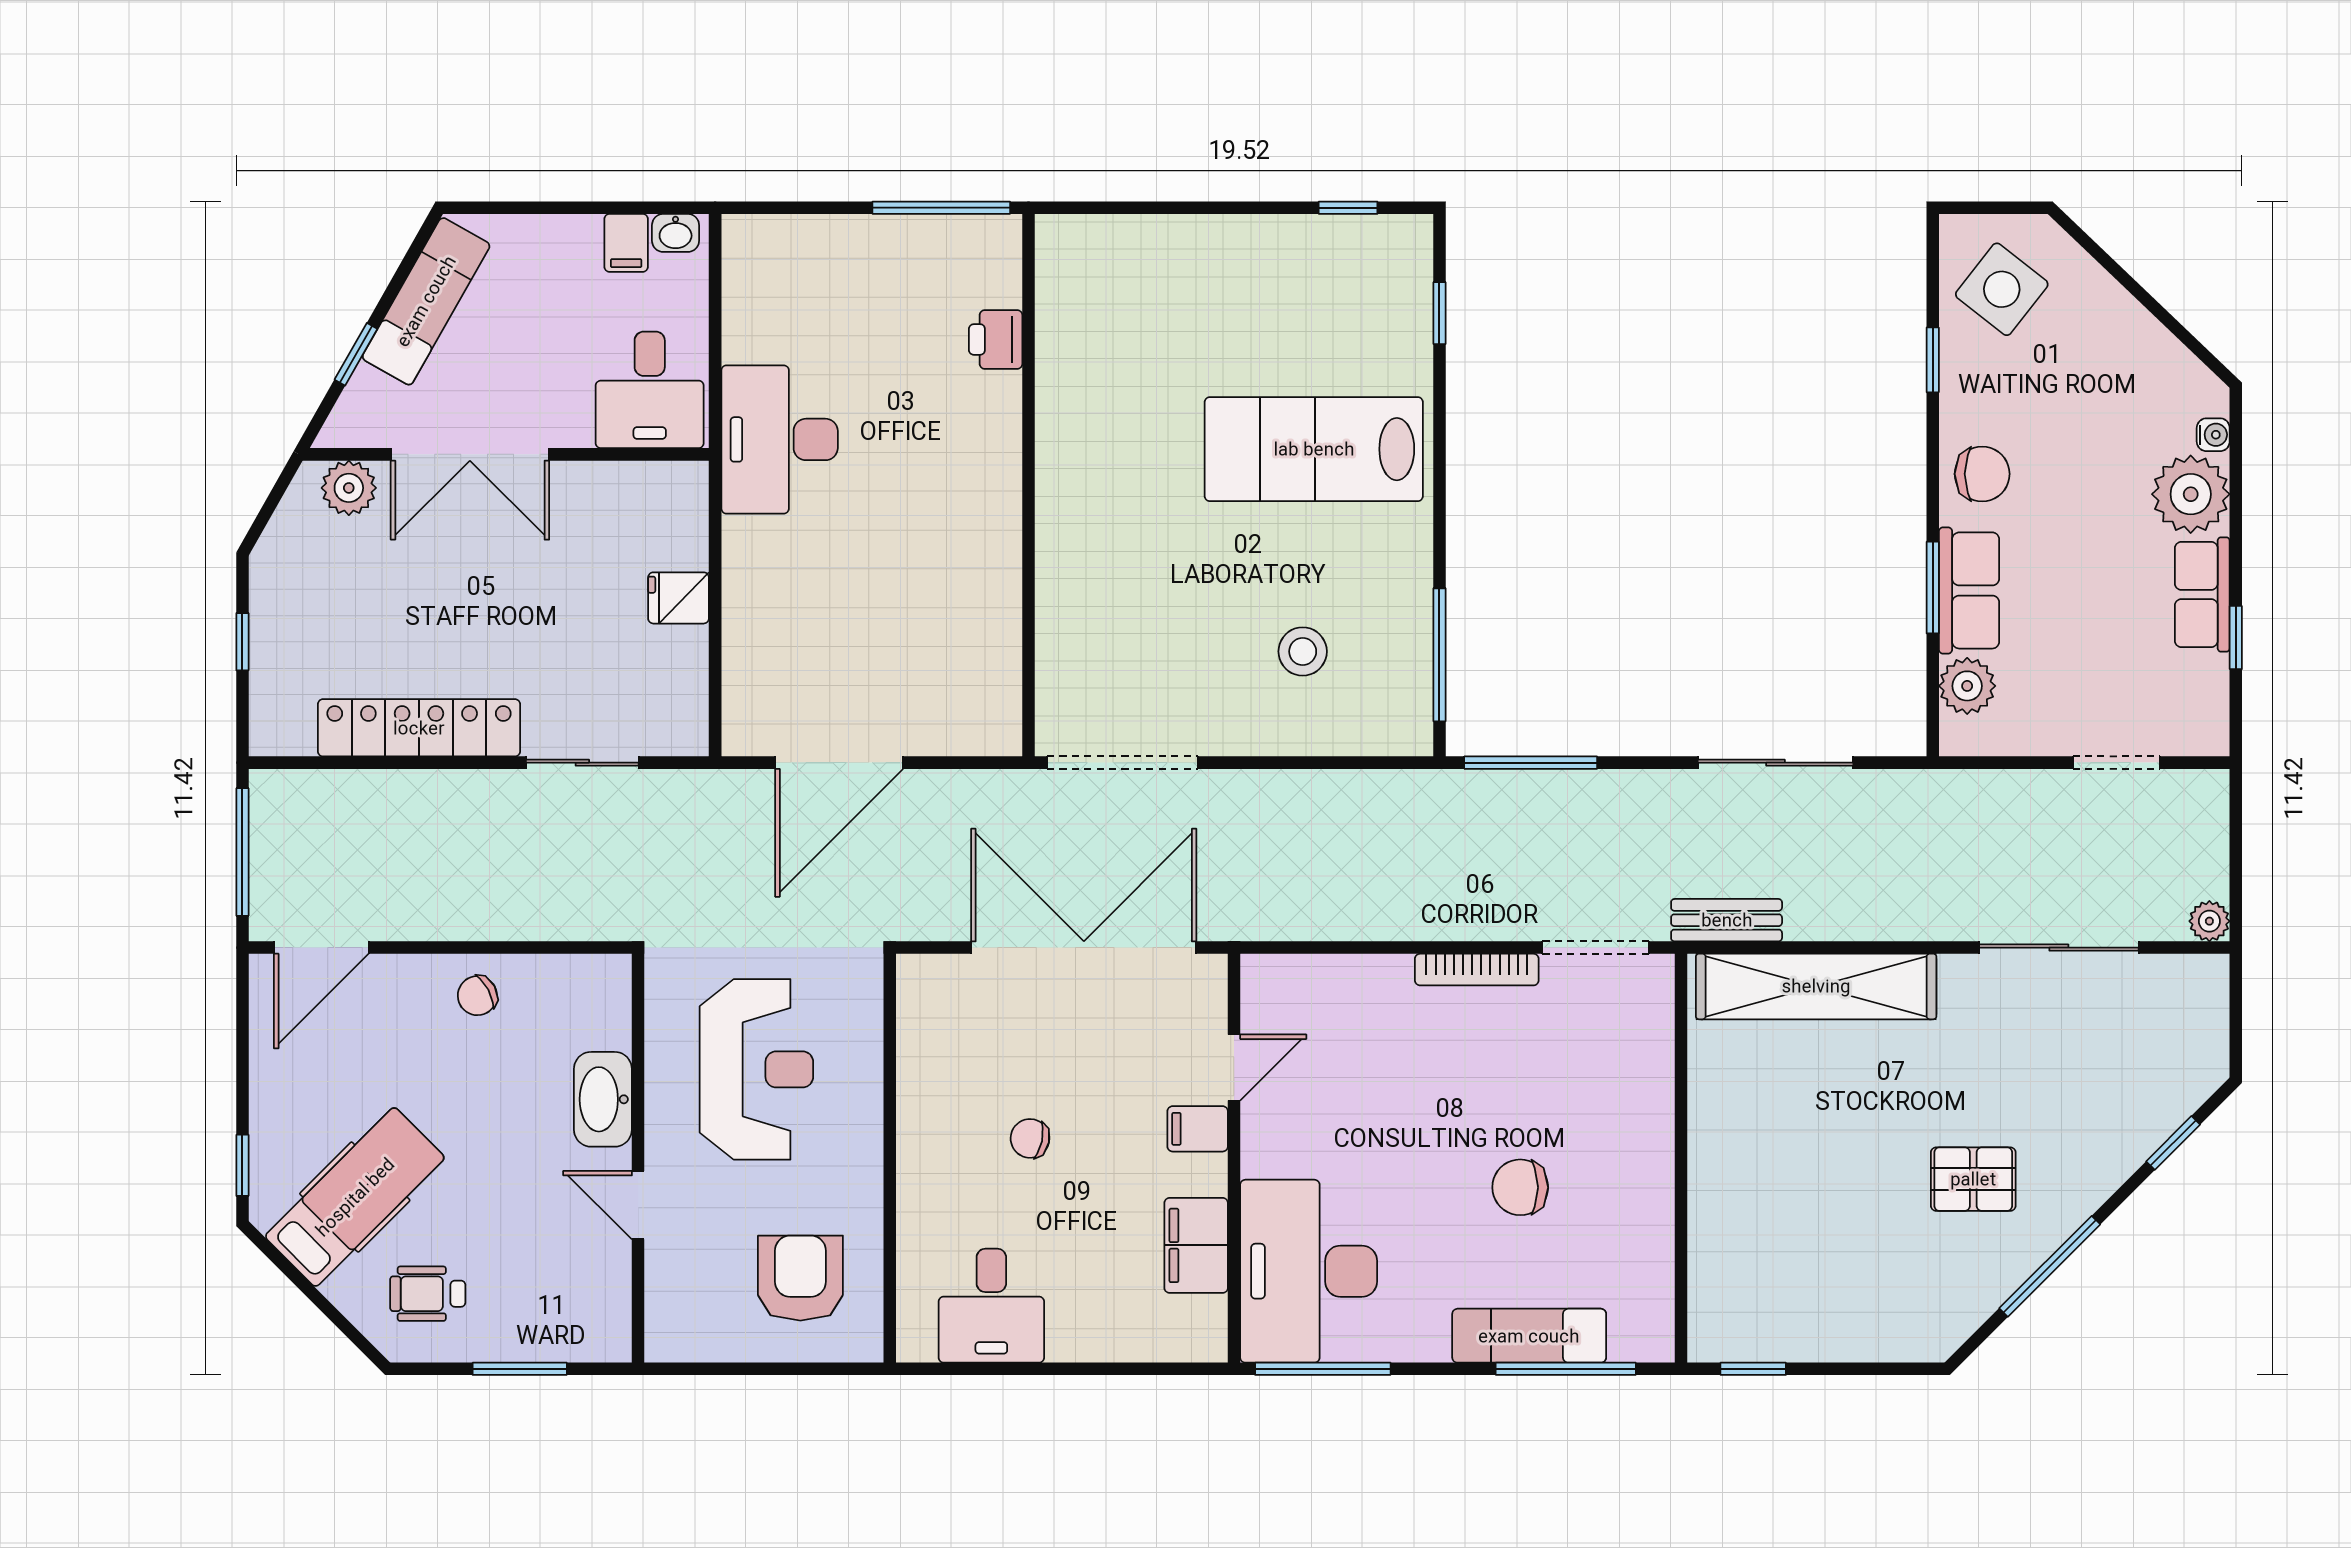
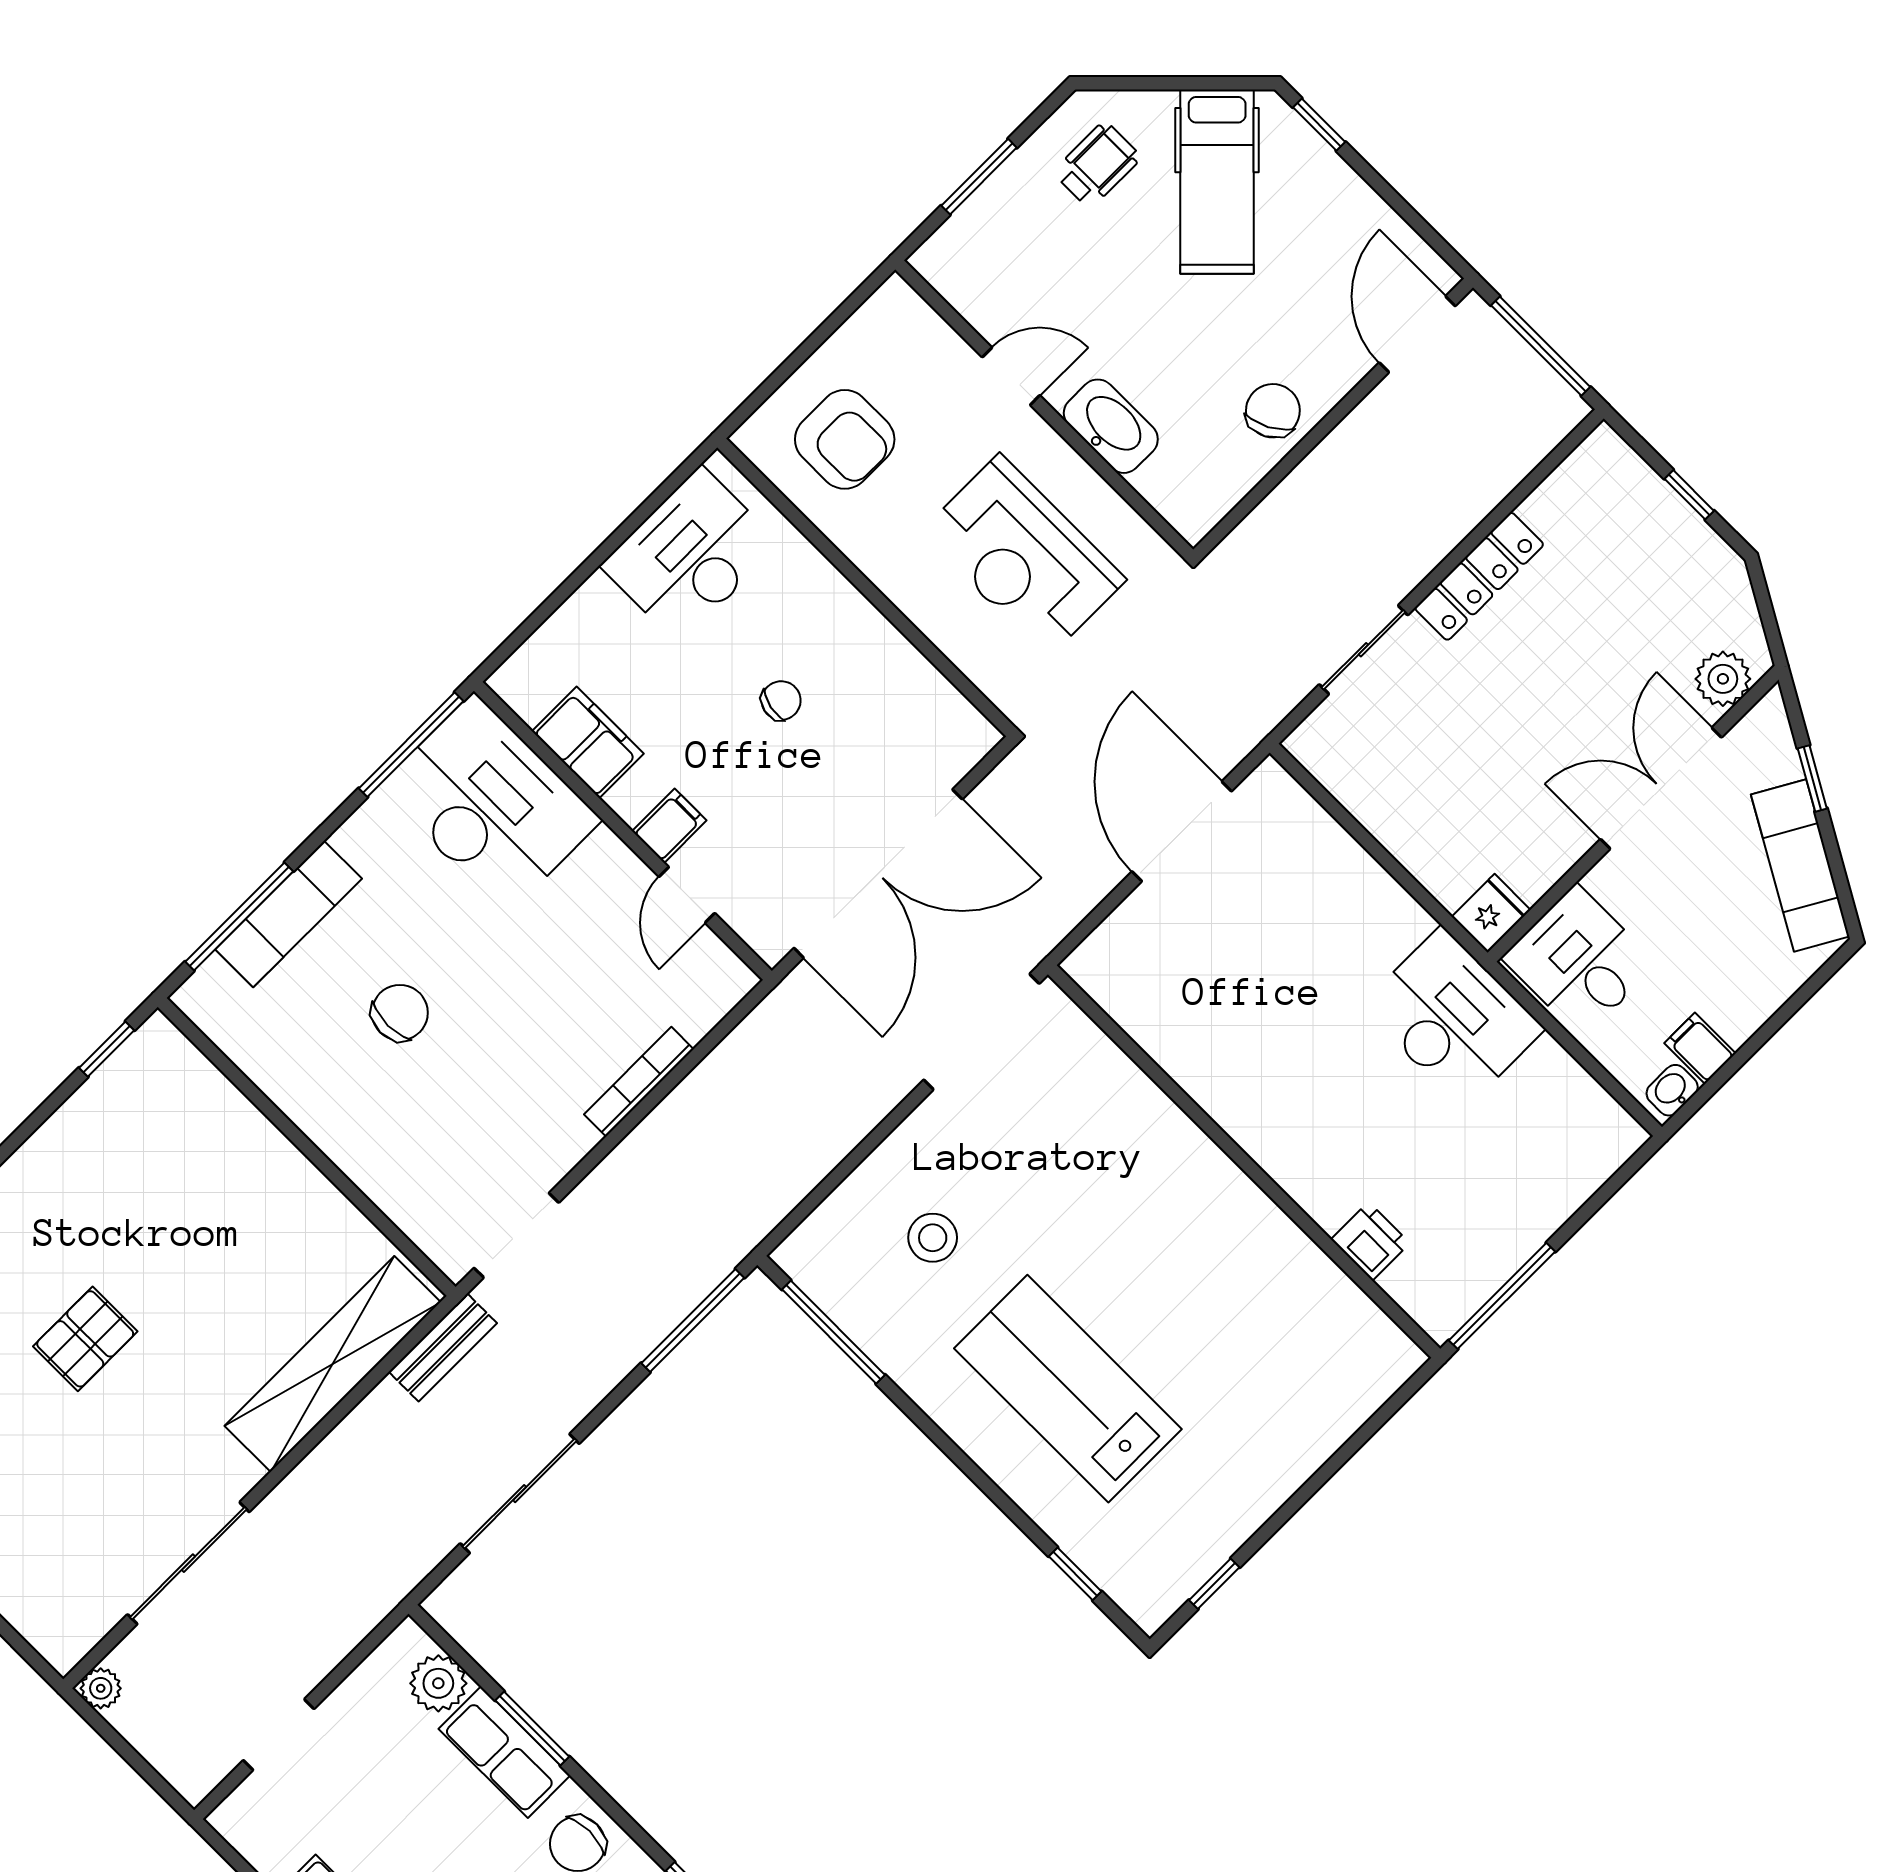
lab bench: (1314, 449) -> (1068, 1389), turned -90
fridge: (678, 598) -> (1491, 913), moved
locker: (419, 728) -> (1479, 576), width x0.71, depth x0.83
bookcase: (1477, 970) -> (639, 1082), moved
chair: (477, 996) -> (1273, 411), width x1.37, depth x1.37
desk: (991, 1306) -> (690, 555), width x1.37

